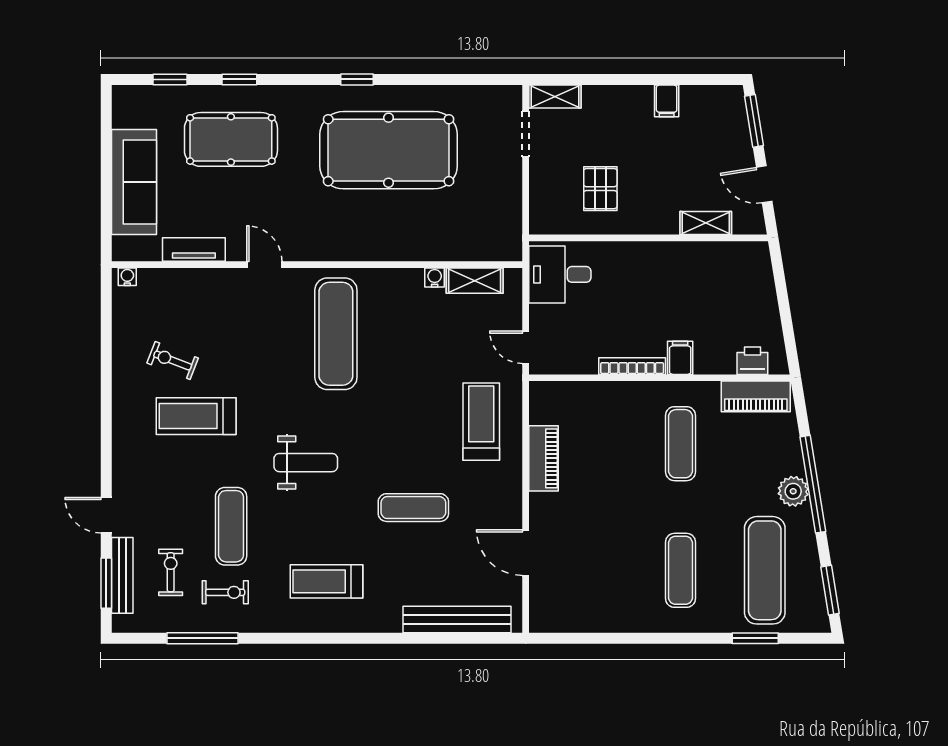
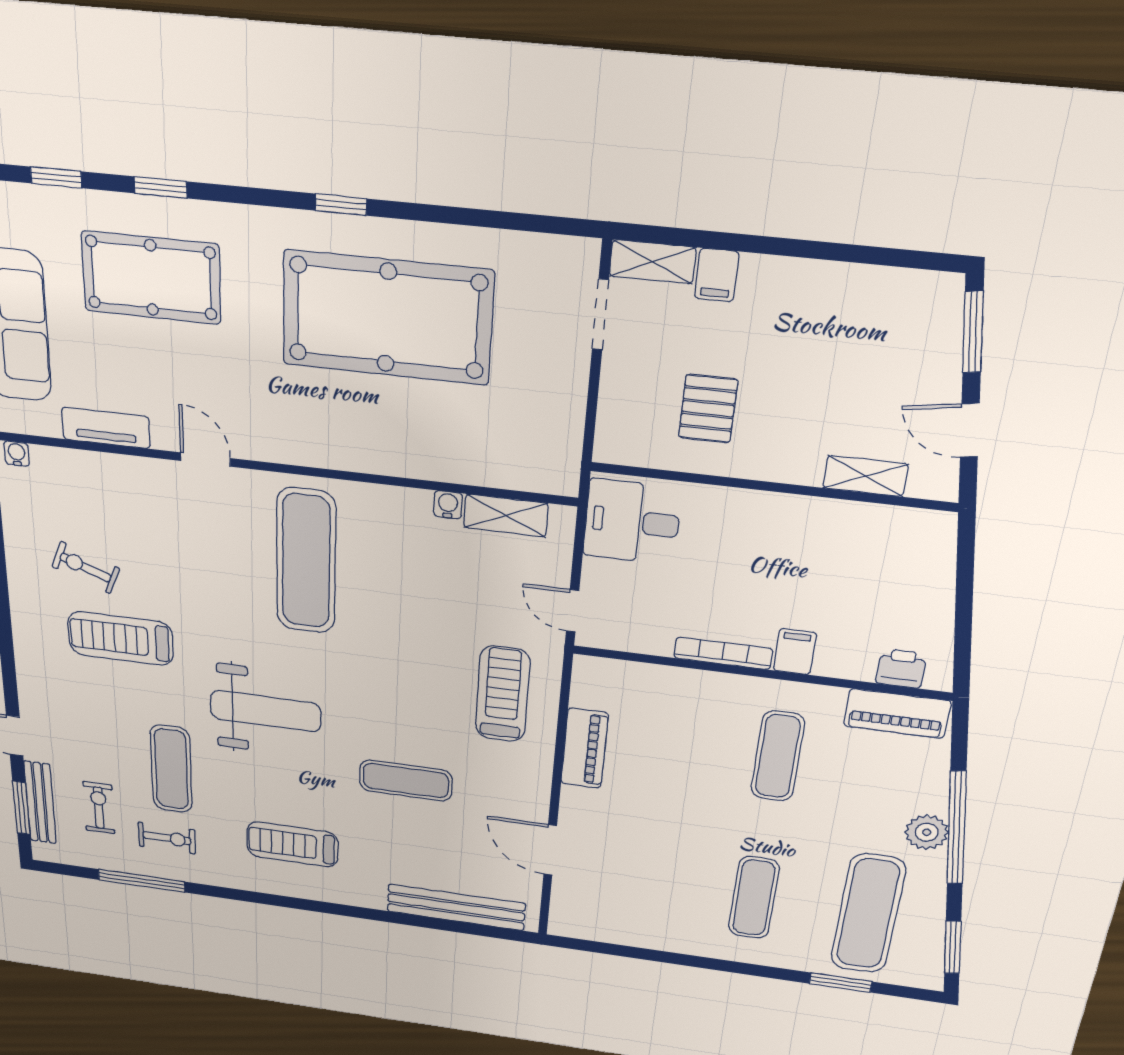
filing cabinet: (667, 101) -> (717, 275), moved
weight bench: (306, 463) -> (266, 711), width x1.36, depth x1.33

